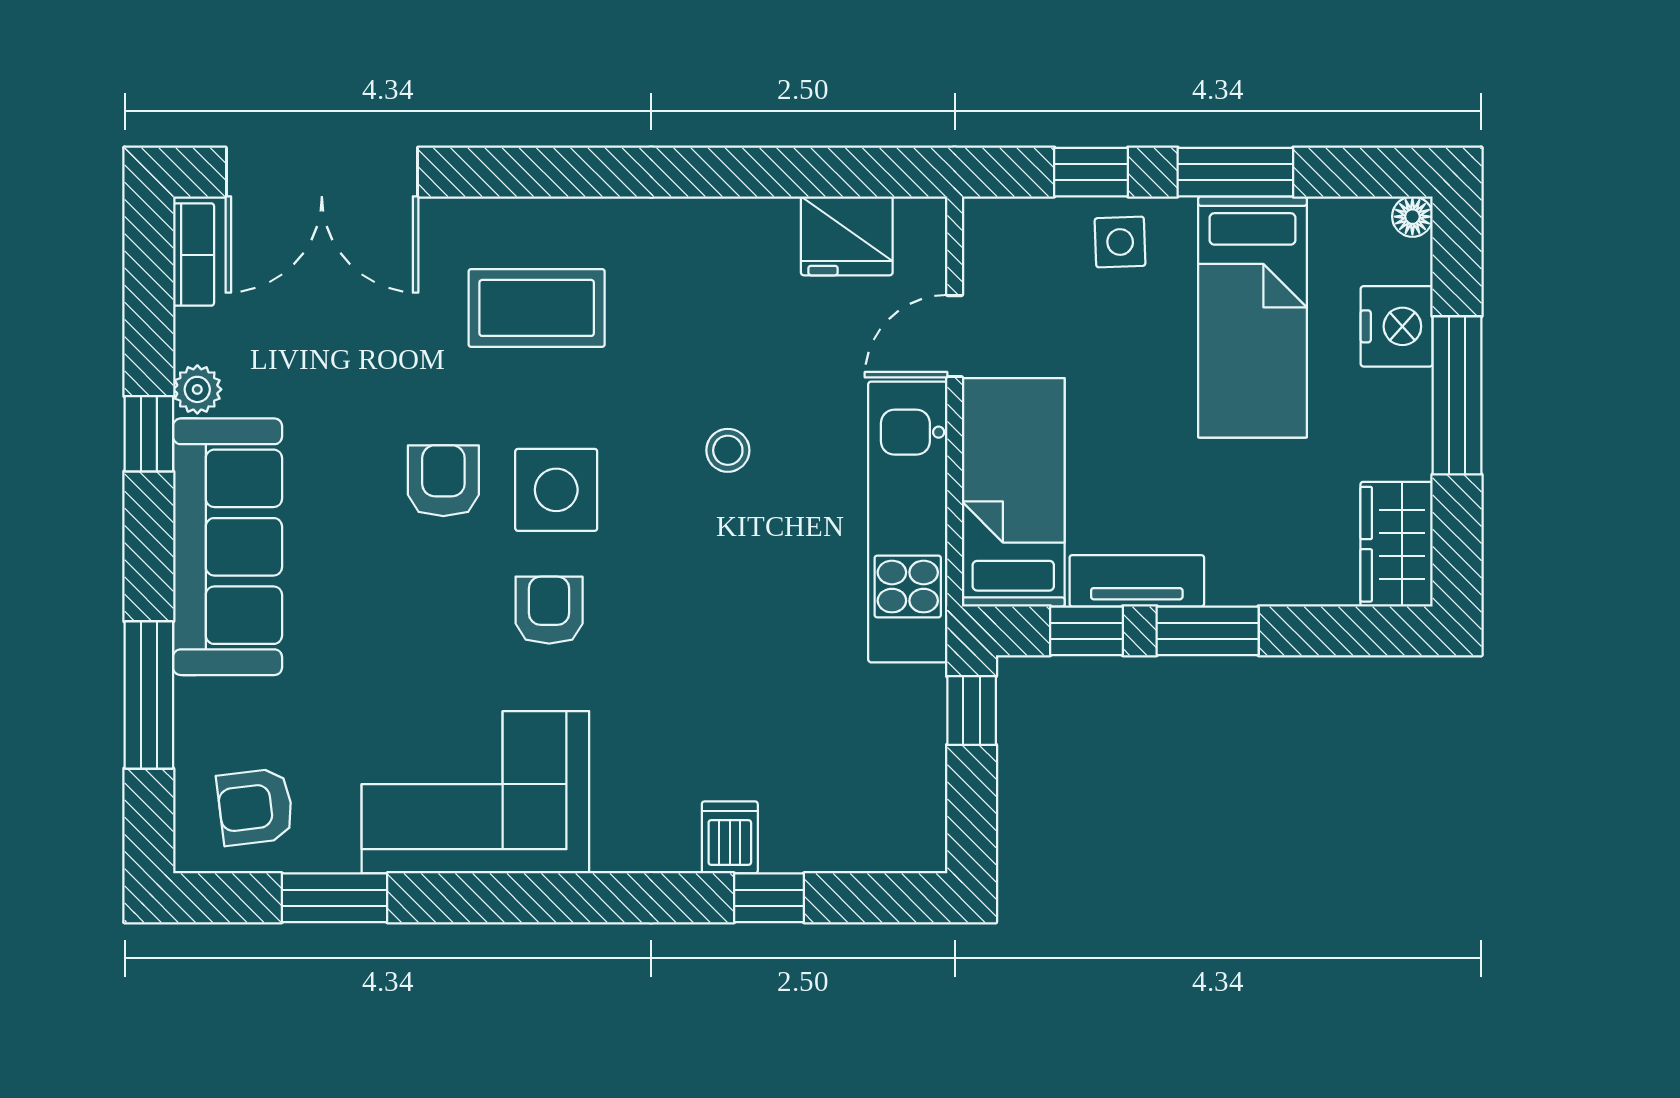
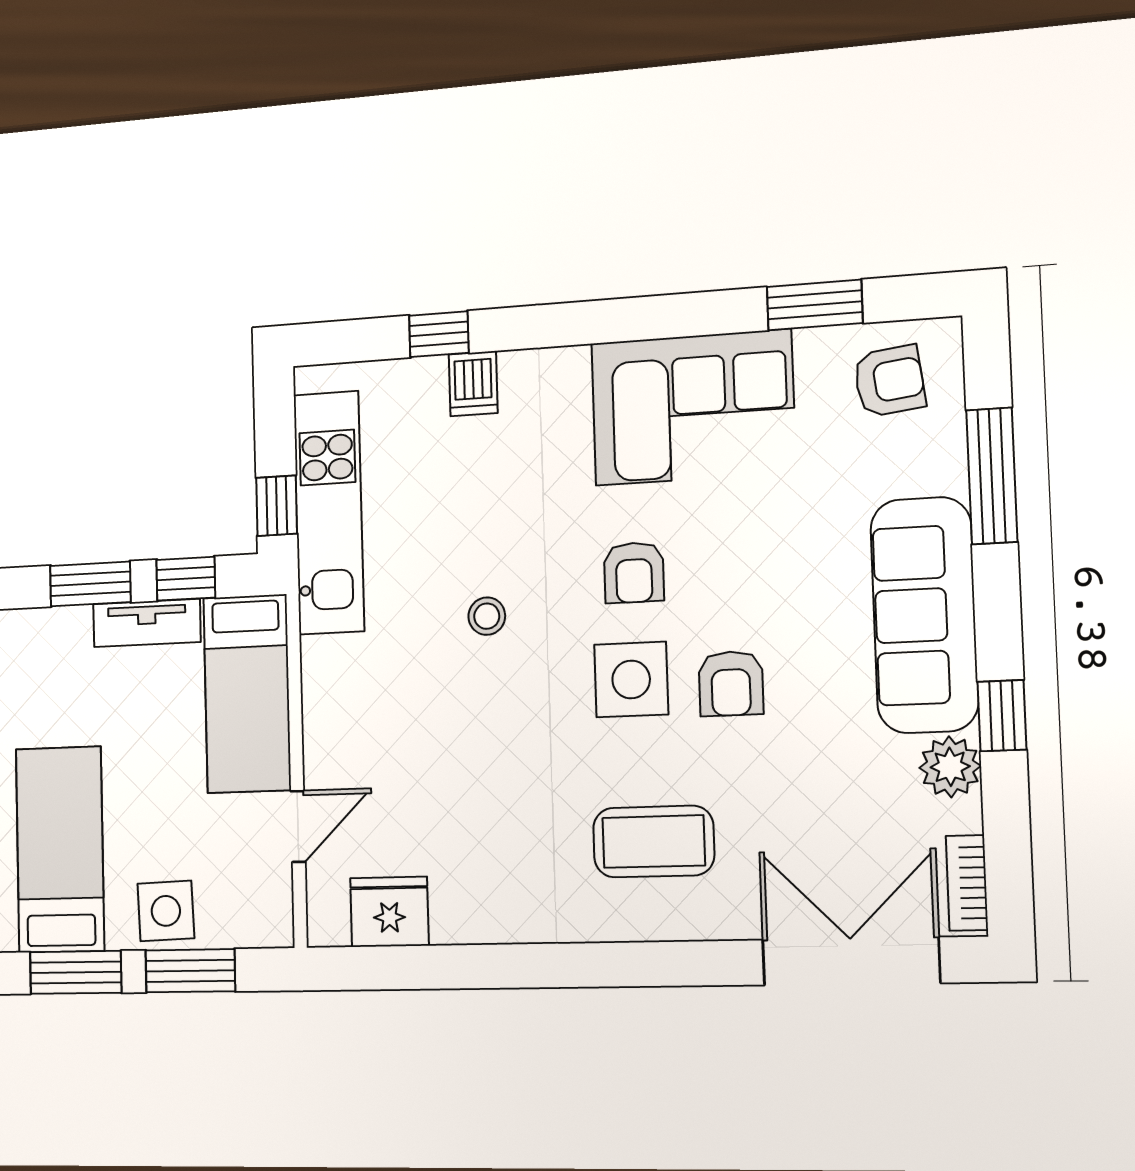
window: (1091, 172) -> (190, 971), width x1.50
side table: (1120, 242) -> (166, 911), width x1.37, depth x1.37
plant: (197, 389) -> (950, 767), width x1.38, depth x1.38
stool: (728, 450) -> (487, 616), moved
kitchen unit: (908, 522) -> (329, 513), moved

